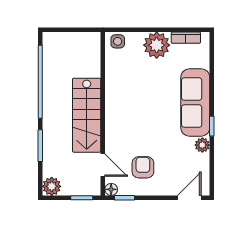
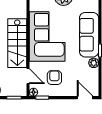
corner sofa: (132, 105) -> (47, 36), added
door: (189, 198) -> (85, 98), hinge flipped

